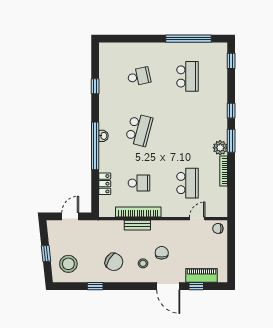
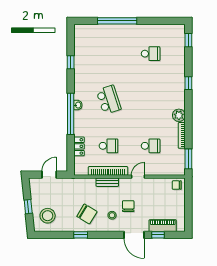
window: (188, 39) -> (117, 21), moved
school desk: (139, 76) -> (109, 54), removed
school desk: (187, 76) -> (151, 54), width x0.54
school desk: (139, 130) -> (109, 100), turned -33
window: (231, 141) -> (188, 159), moved
school desk: (187, 183) -> (151, 146), width x0.54
door: (197, 219) -> (138, 177), moved
window: (95, 286) -> (81, 235), moved

